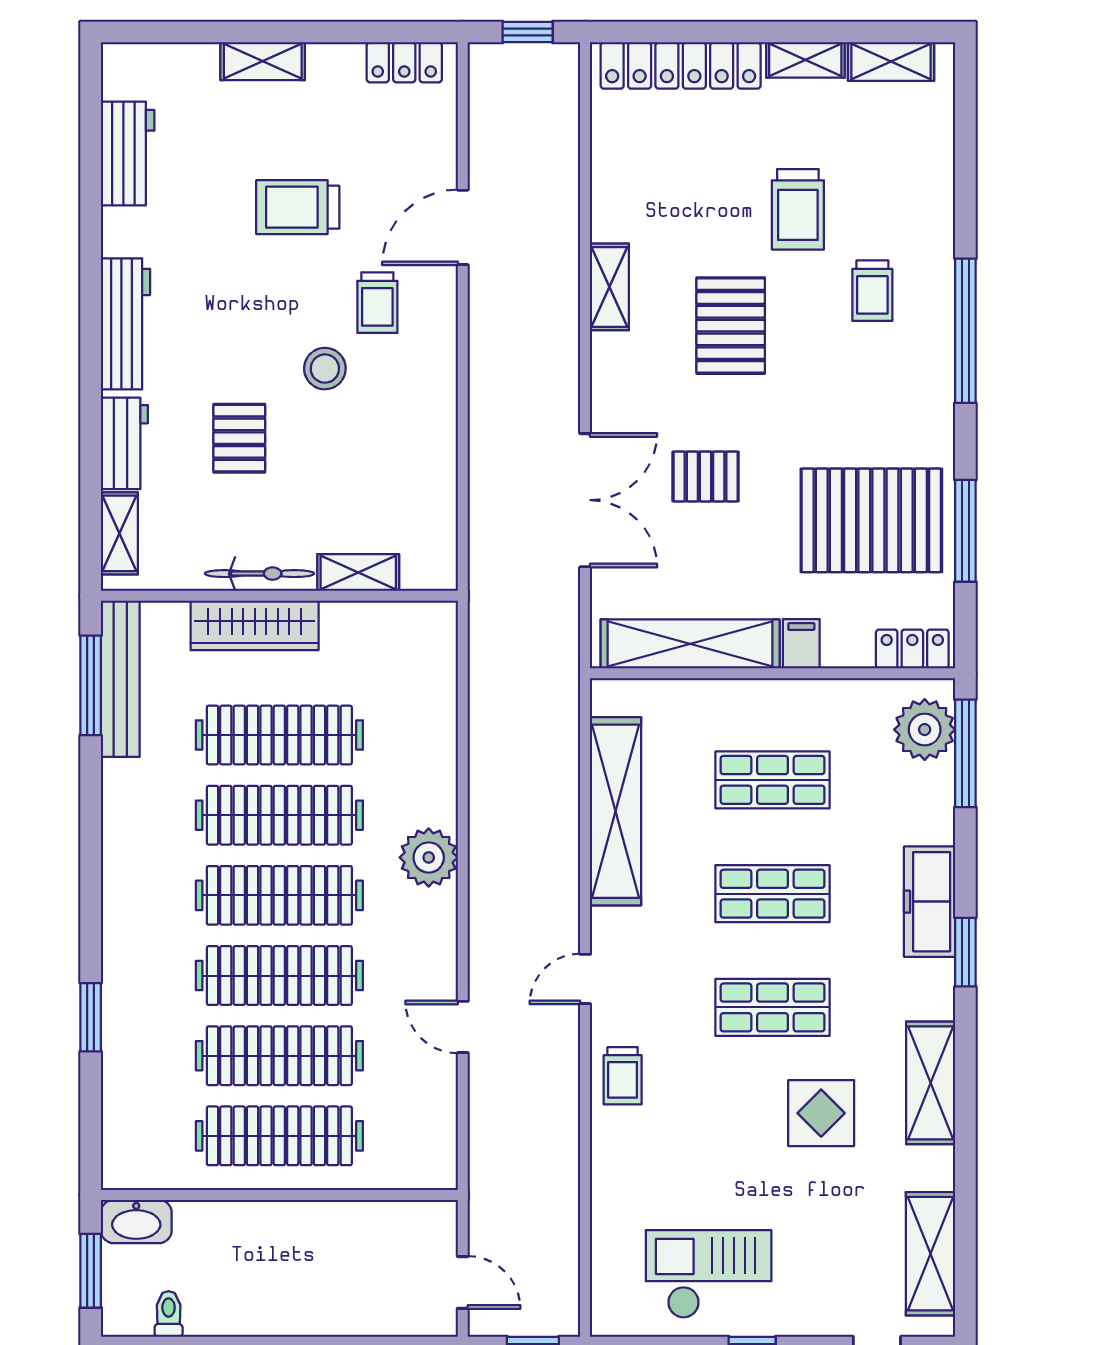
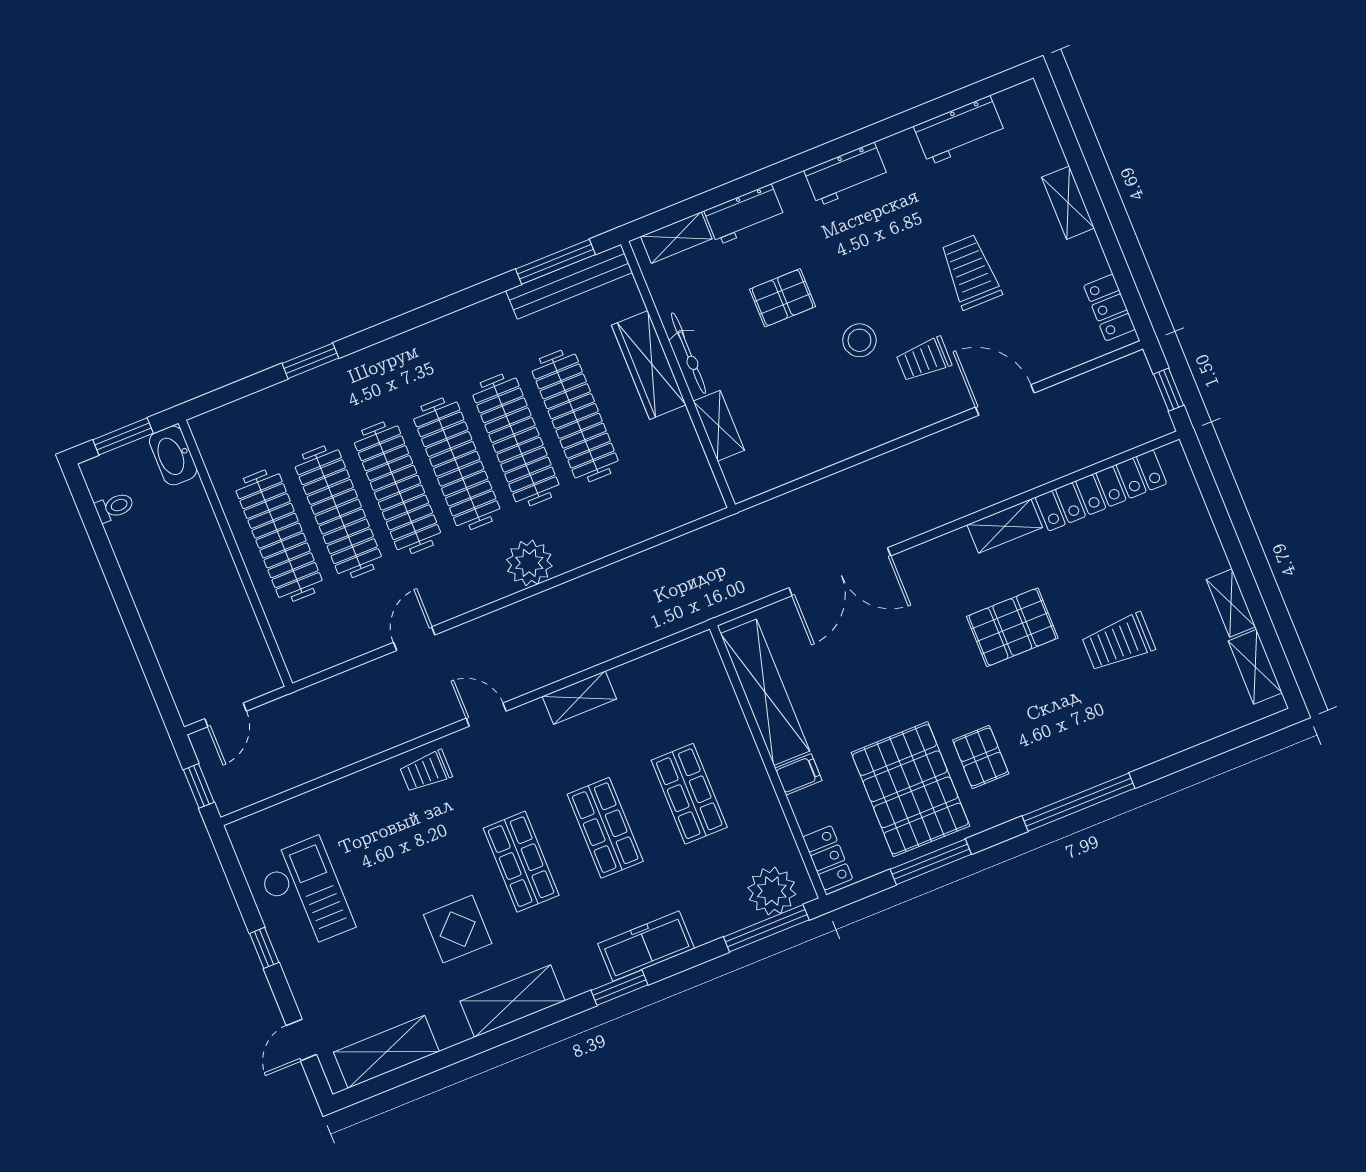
locker: (681, 65) -> (1101, 490), moved, turned -90
trolley: (872, 291) -> (1080, 721), removed
workbench: (125, 324) -> (846, 174), width x0.73
pallet: (706, 476) -> (981, 757), moved
shelving: (616, 811) -> (579, 698), width x0.45, depth x0.75

